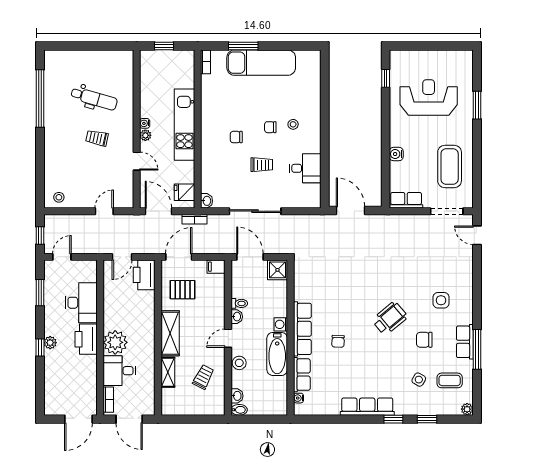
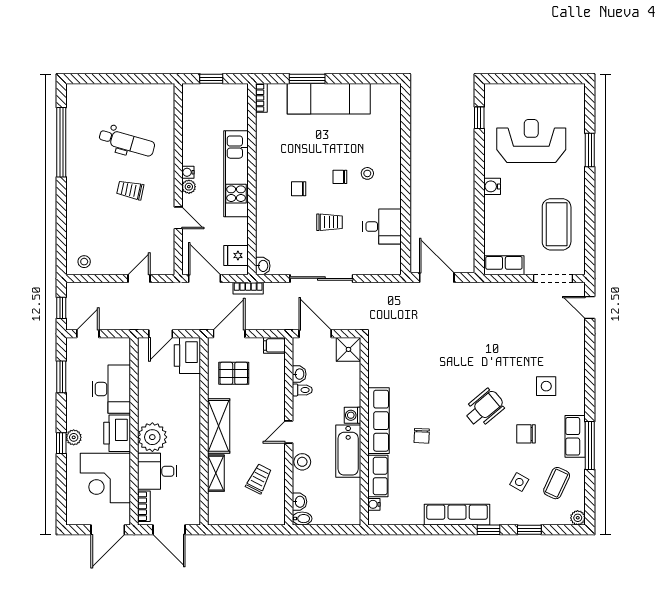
water cooler: (396, 154) -> (492, 186), moved
washbasin: (237, 317) -> (299, 374), moved
corner desk: (76, 376) -> (105, 478), added
coffee table: (450, 380) -> (557, 483), turned -65

